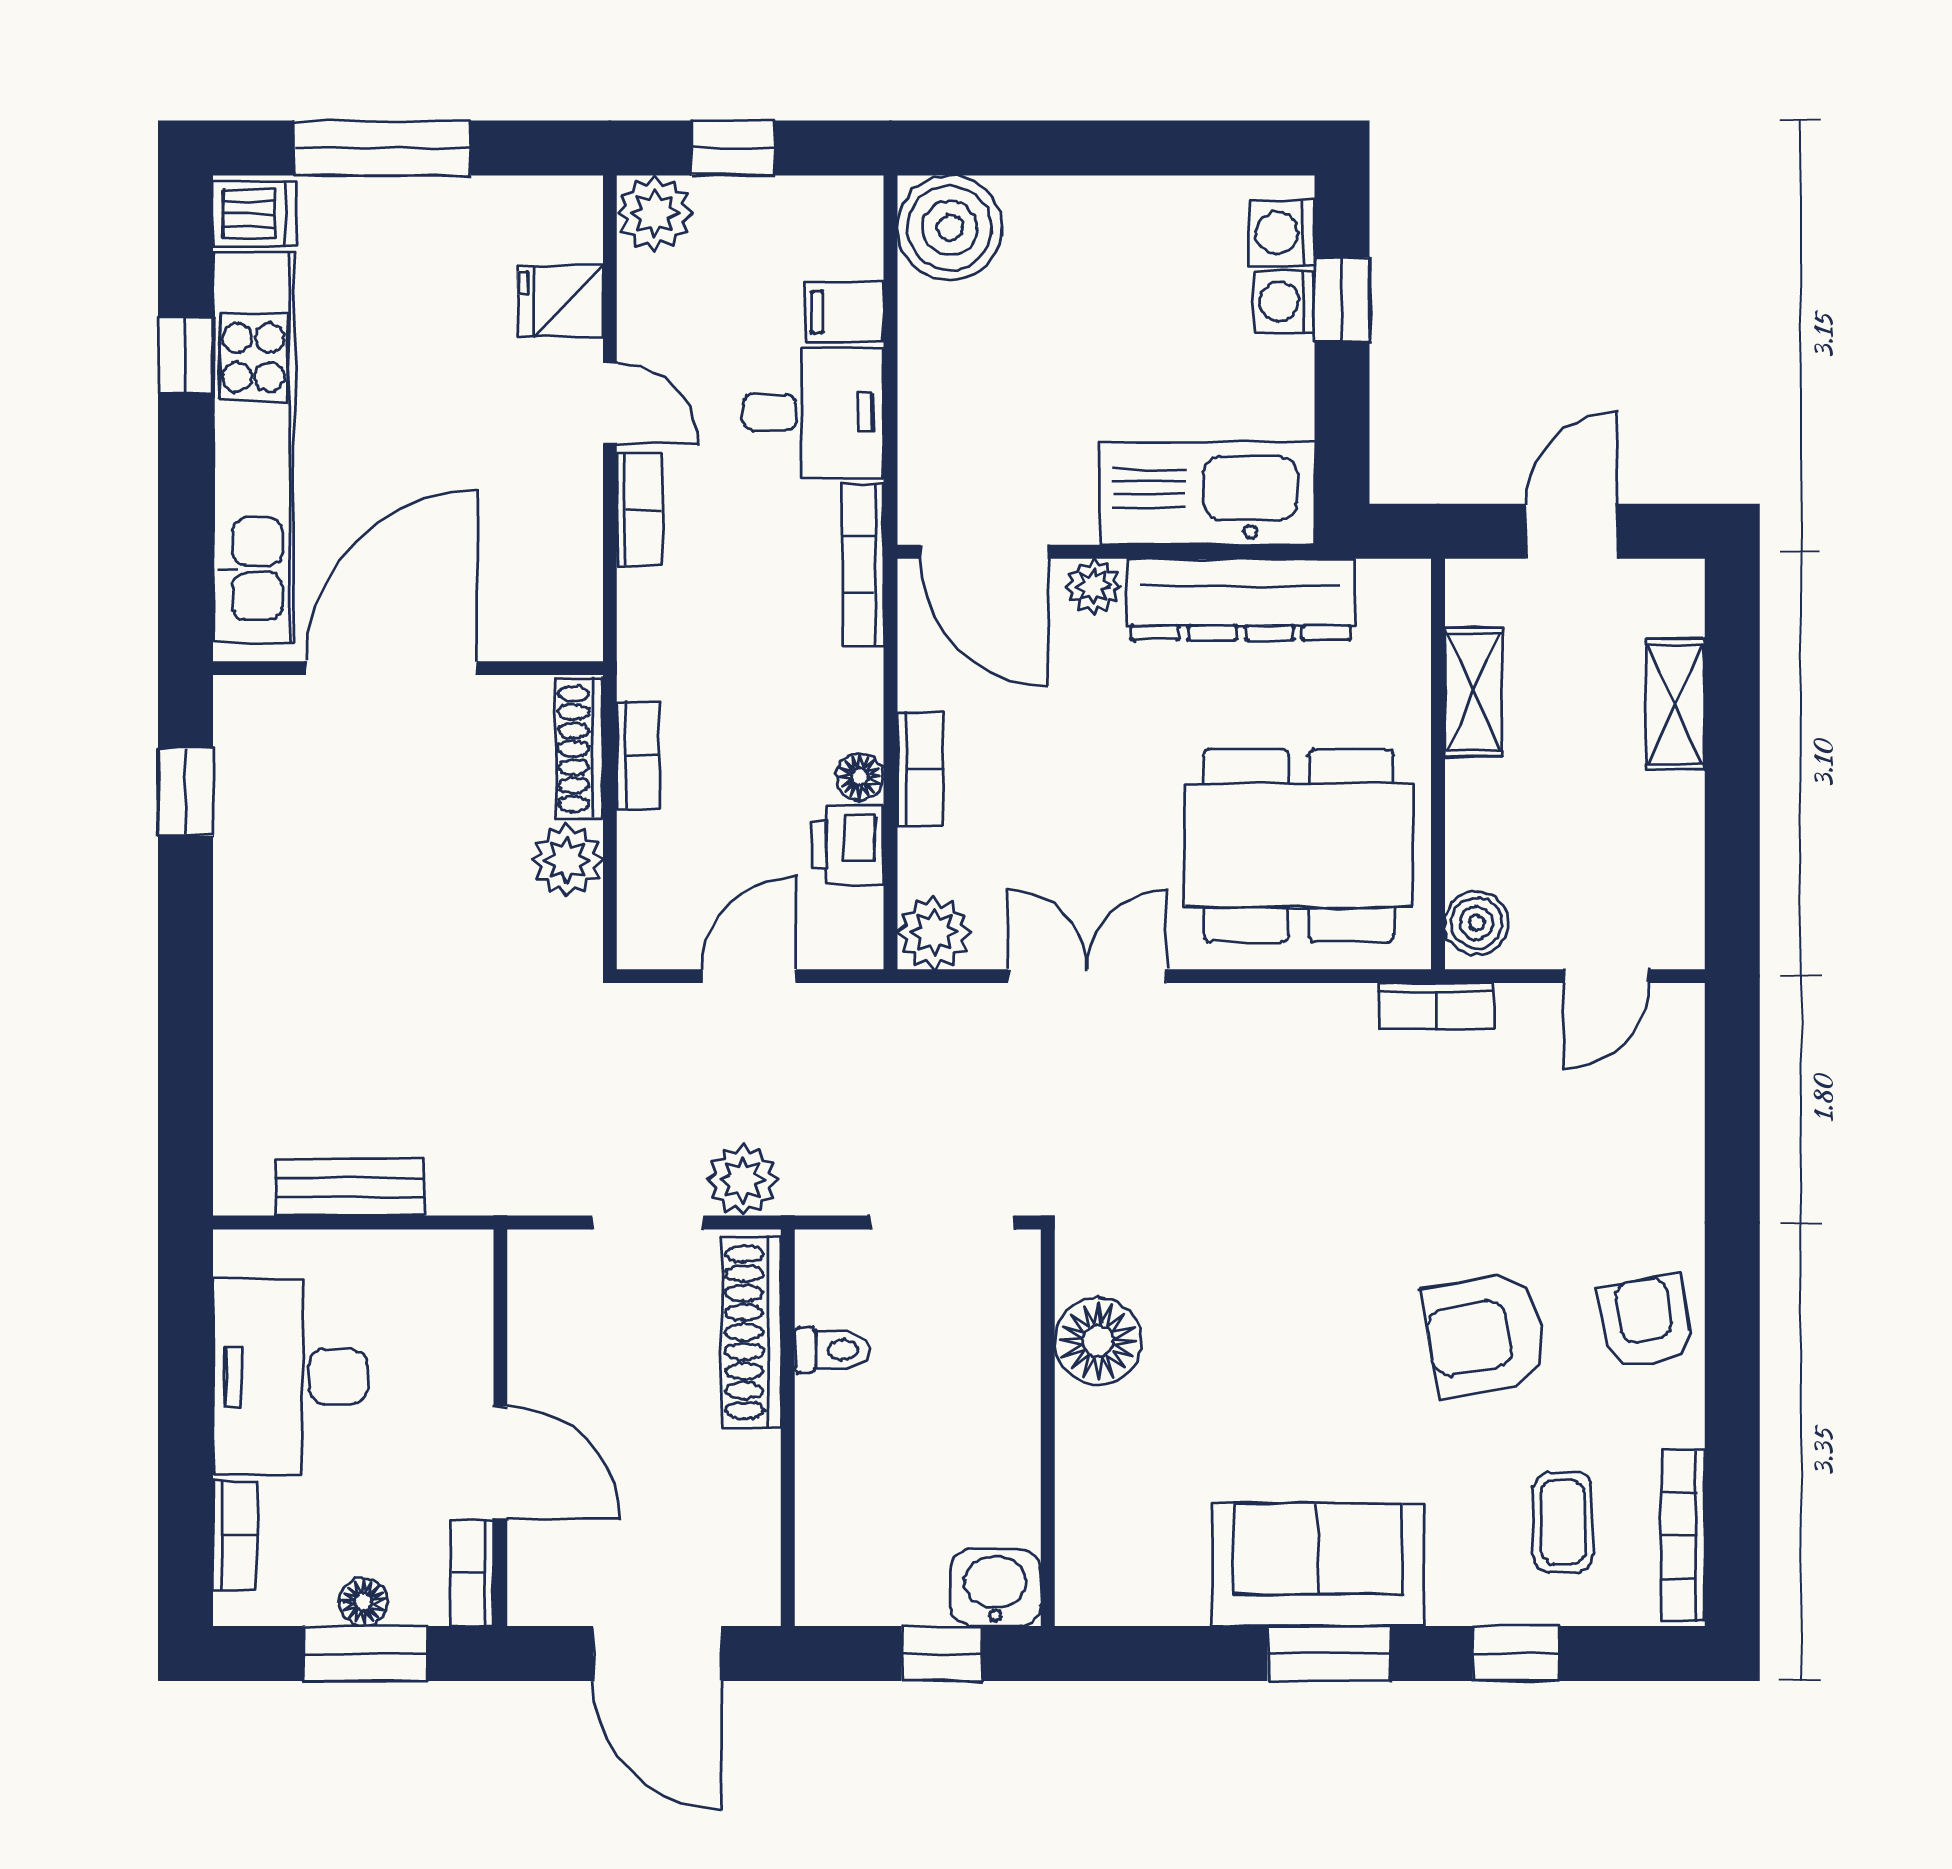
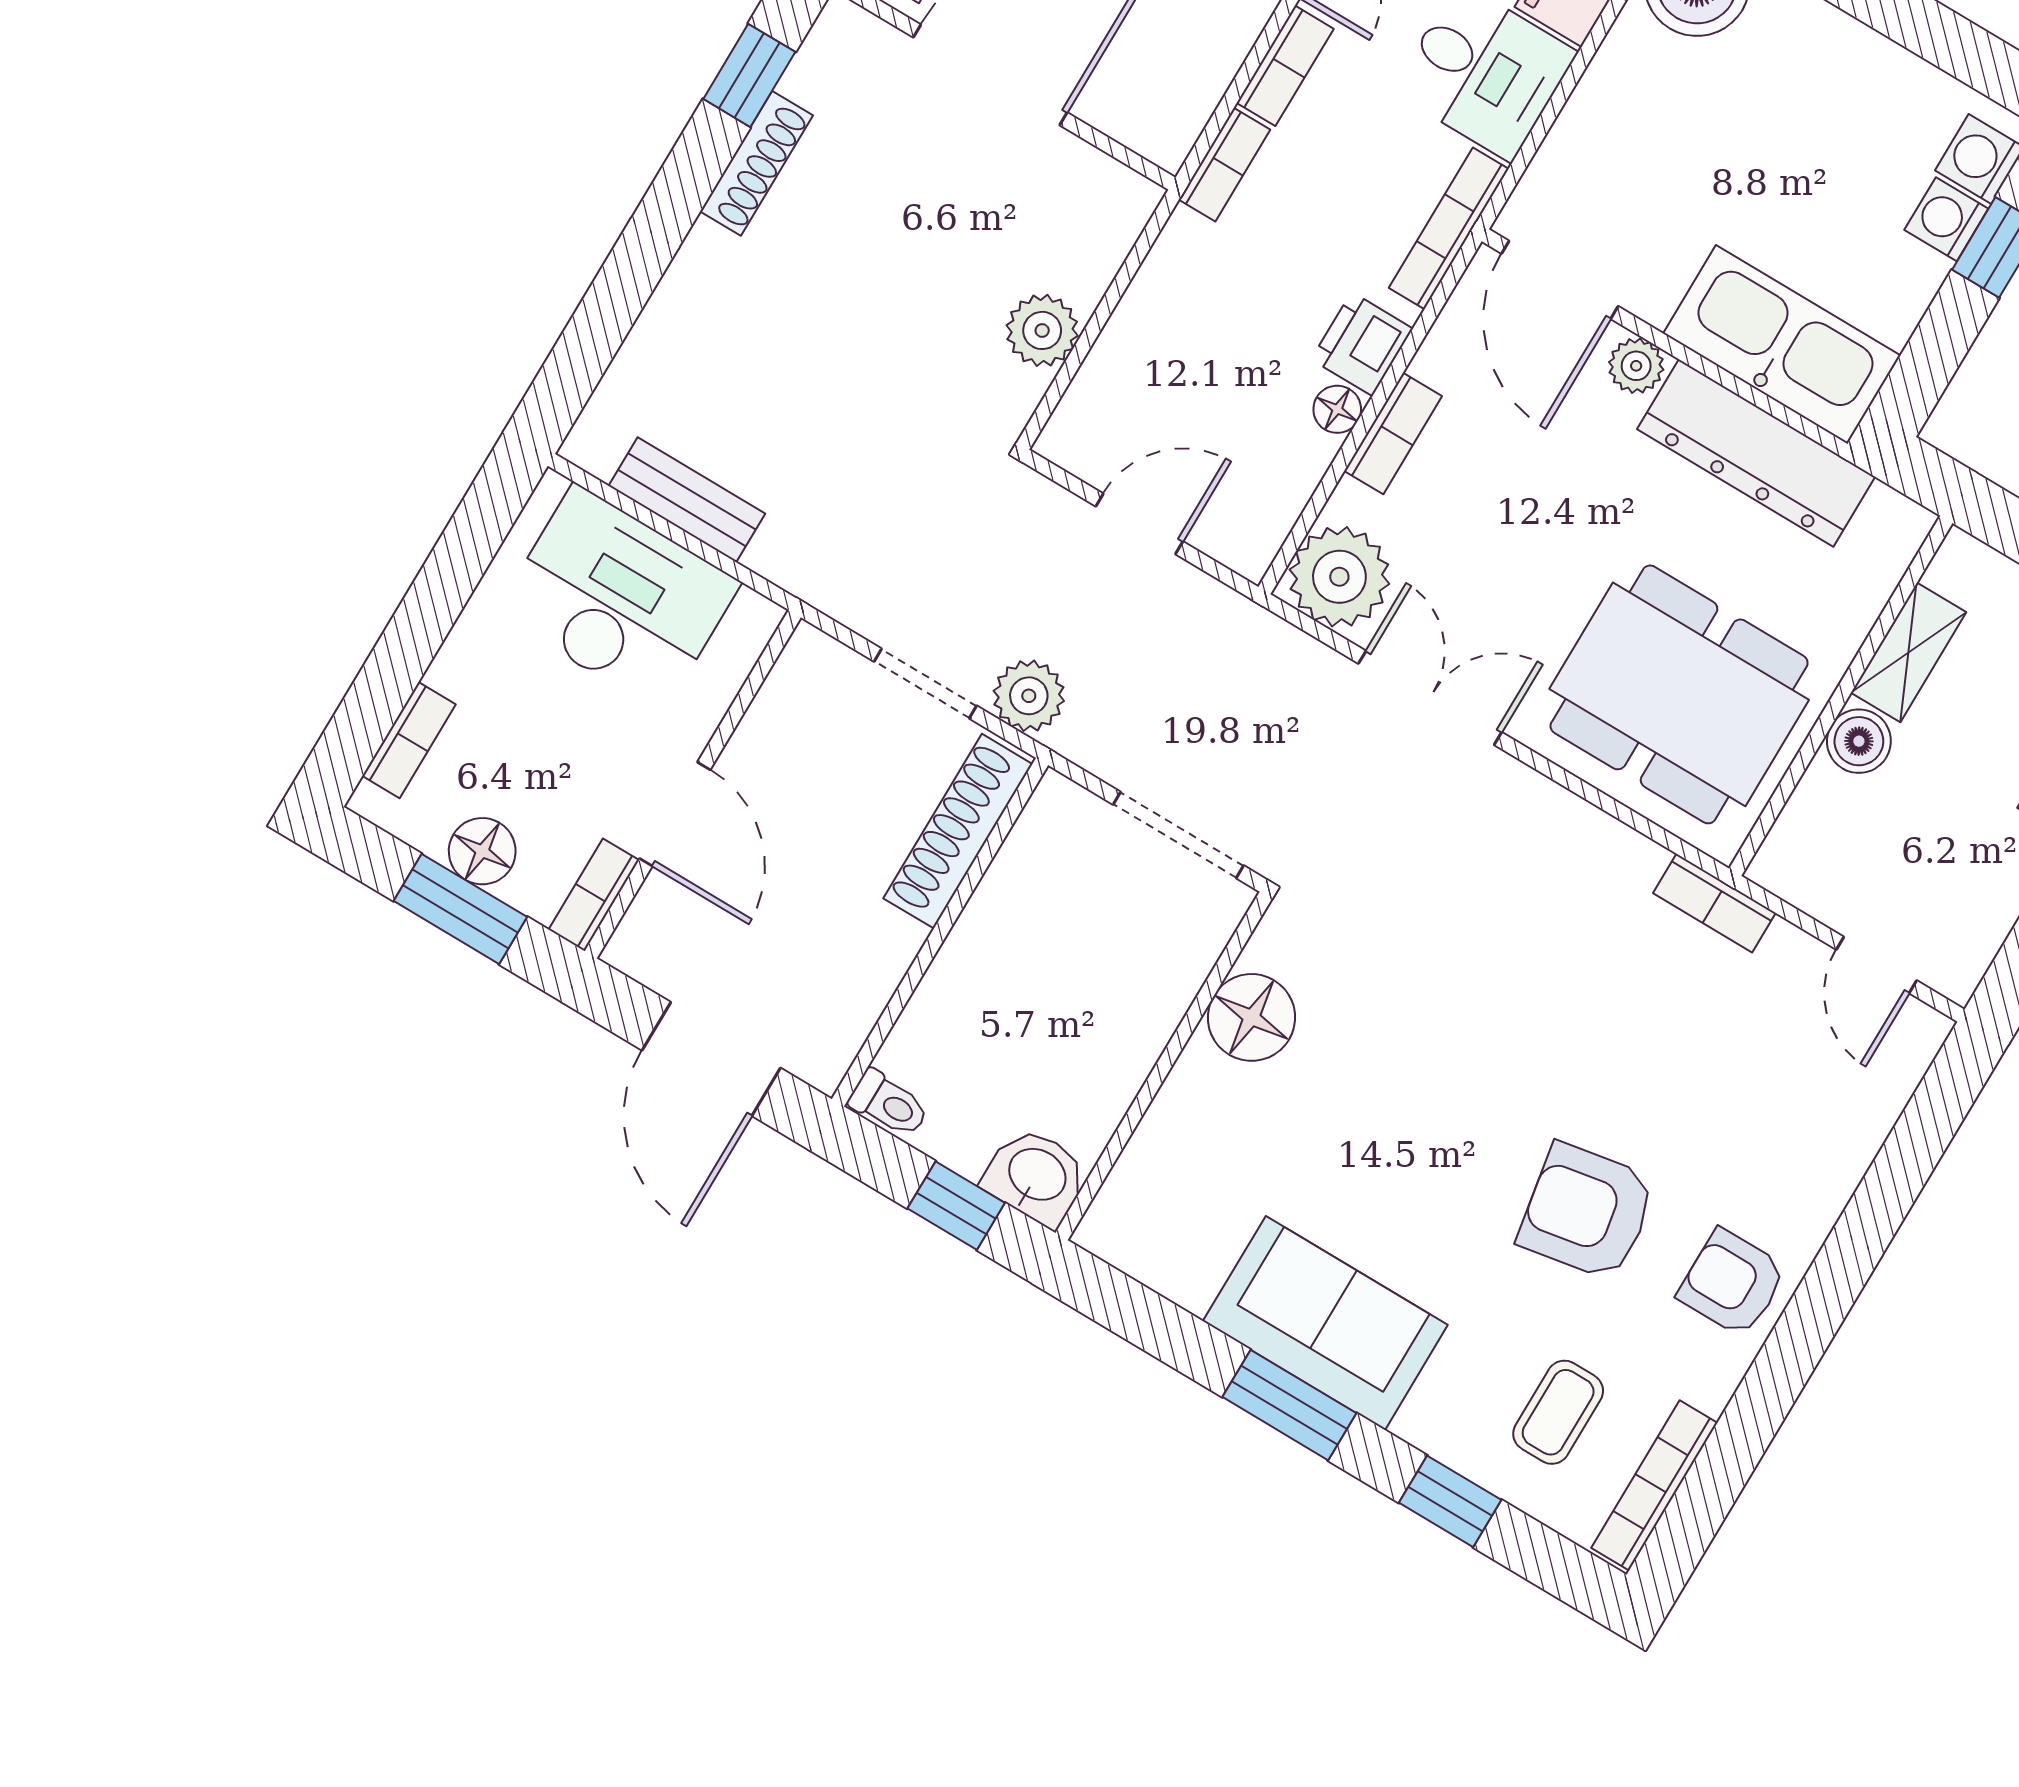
shoe rack: (579, 749) -> (756, 163), moved, turned 180
bookcase: (638, 755) -> (1225, 165), moved
printer: (848, 845) -> (1362, 344), moved
boiler: (1477, 923) -> (1859, 741), moved
plant: (934, 932) -> (1339, 577), width x1.36, depth x1.36
door: (1606, 976) -> (1877, 965), hinge flipped
armchair: (1646, 1322) -> (1732, 1283), turned -80
toilet: (832, 1350) -> (889, 1104), moved
desk: (290, 1377) -> (618, 598), moved, turned 90
floor lamp: (363, 1602) -> (482, 851), width x1.37, depth x1.37

